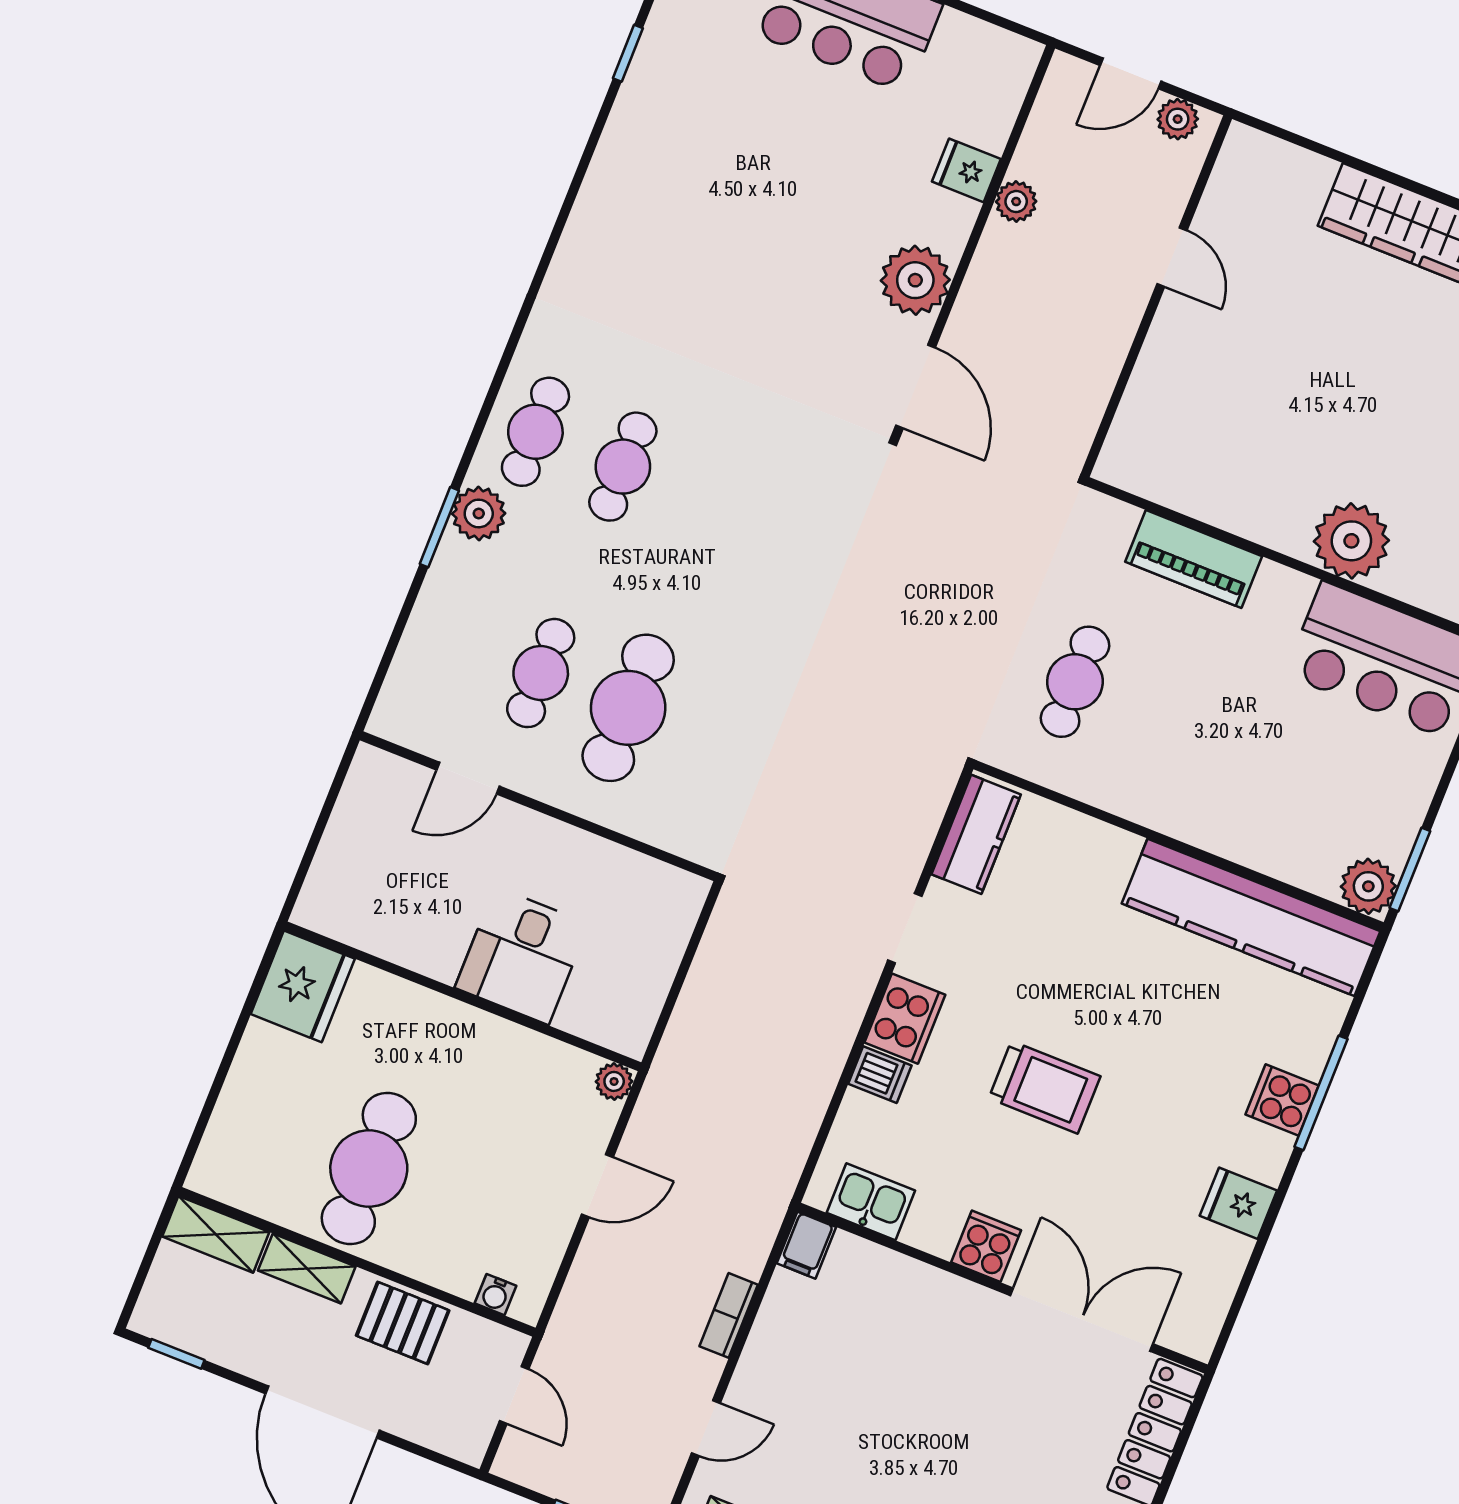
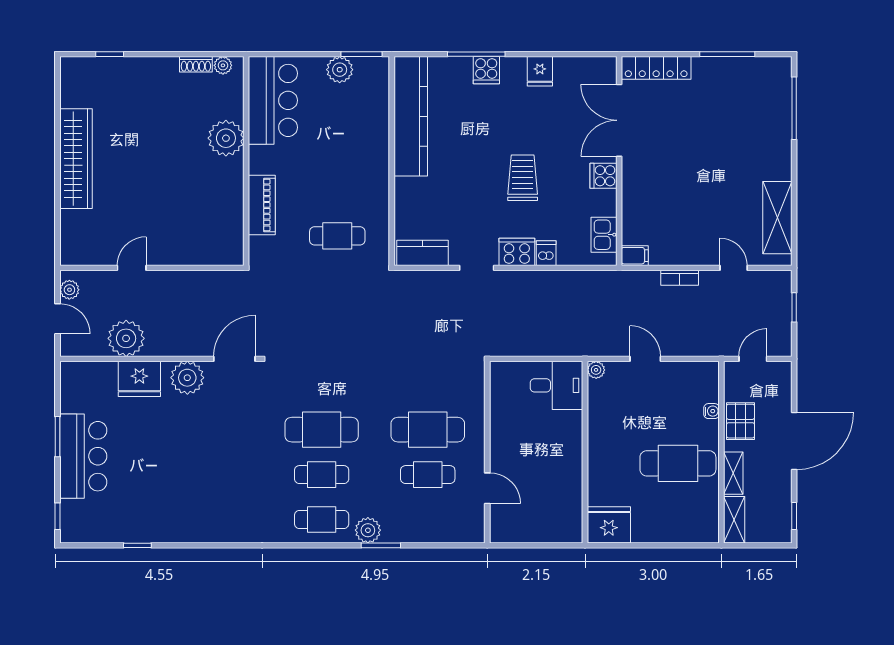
fridge: (966, 170) -> (139, 379), width x1.88, depth x1.34
plant: (1016, 202) -> (126, 338), width x1.87, depth x1.87
cafe table: (710, 501) -> (322, 430), added
plant: (1368, 886) -> (340, 70), moved
desk: (522, 956) -> (557, 385), moved
water cooler: (496, 1295) -> (712, 411), moved

